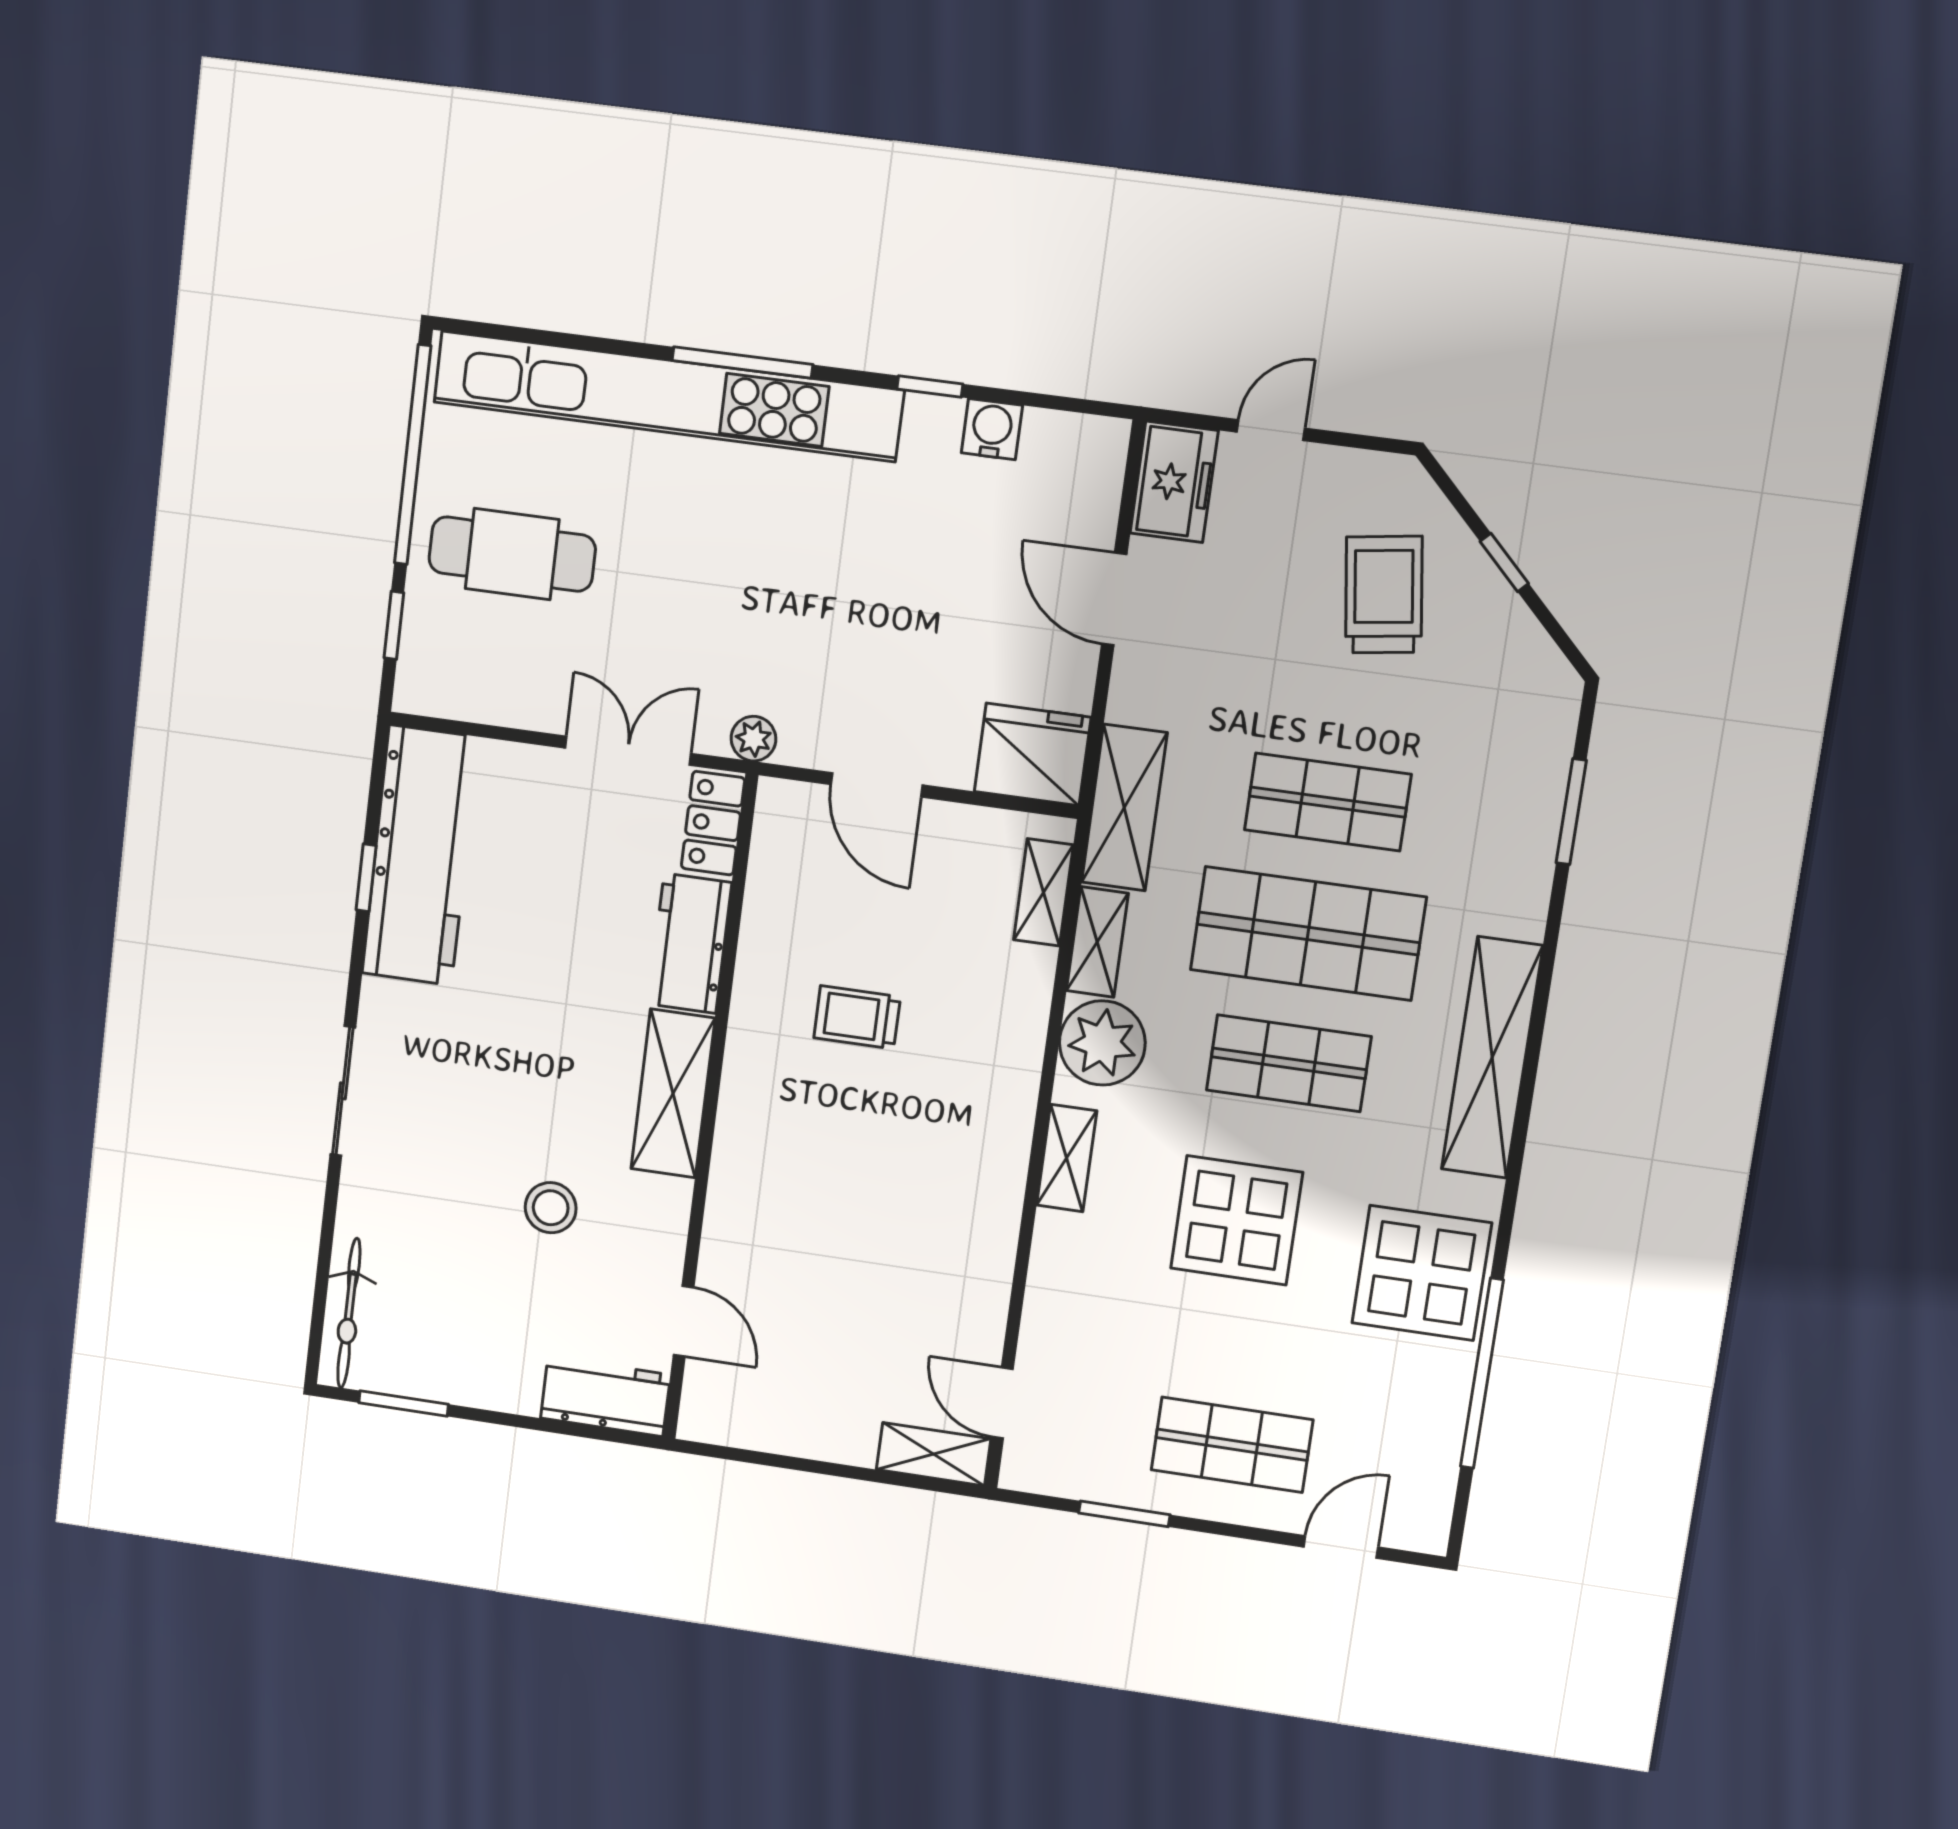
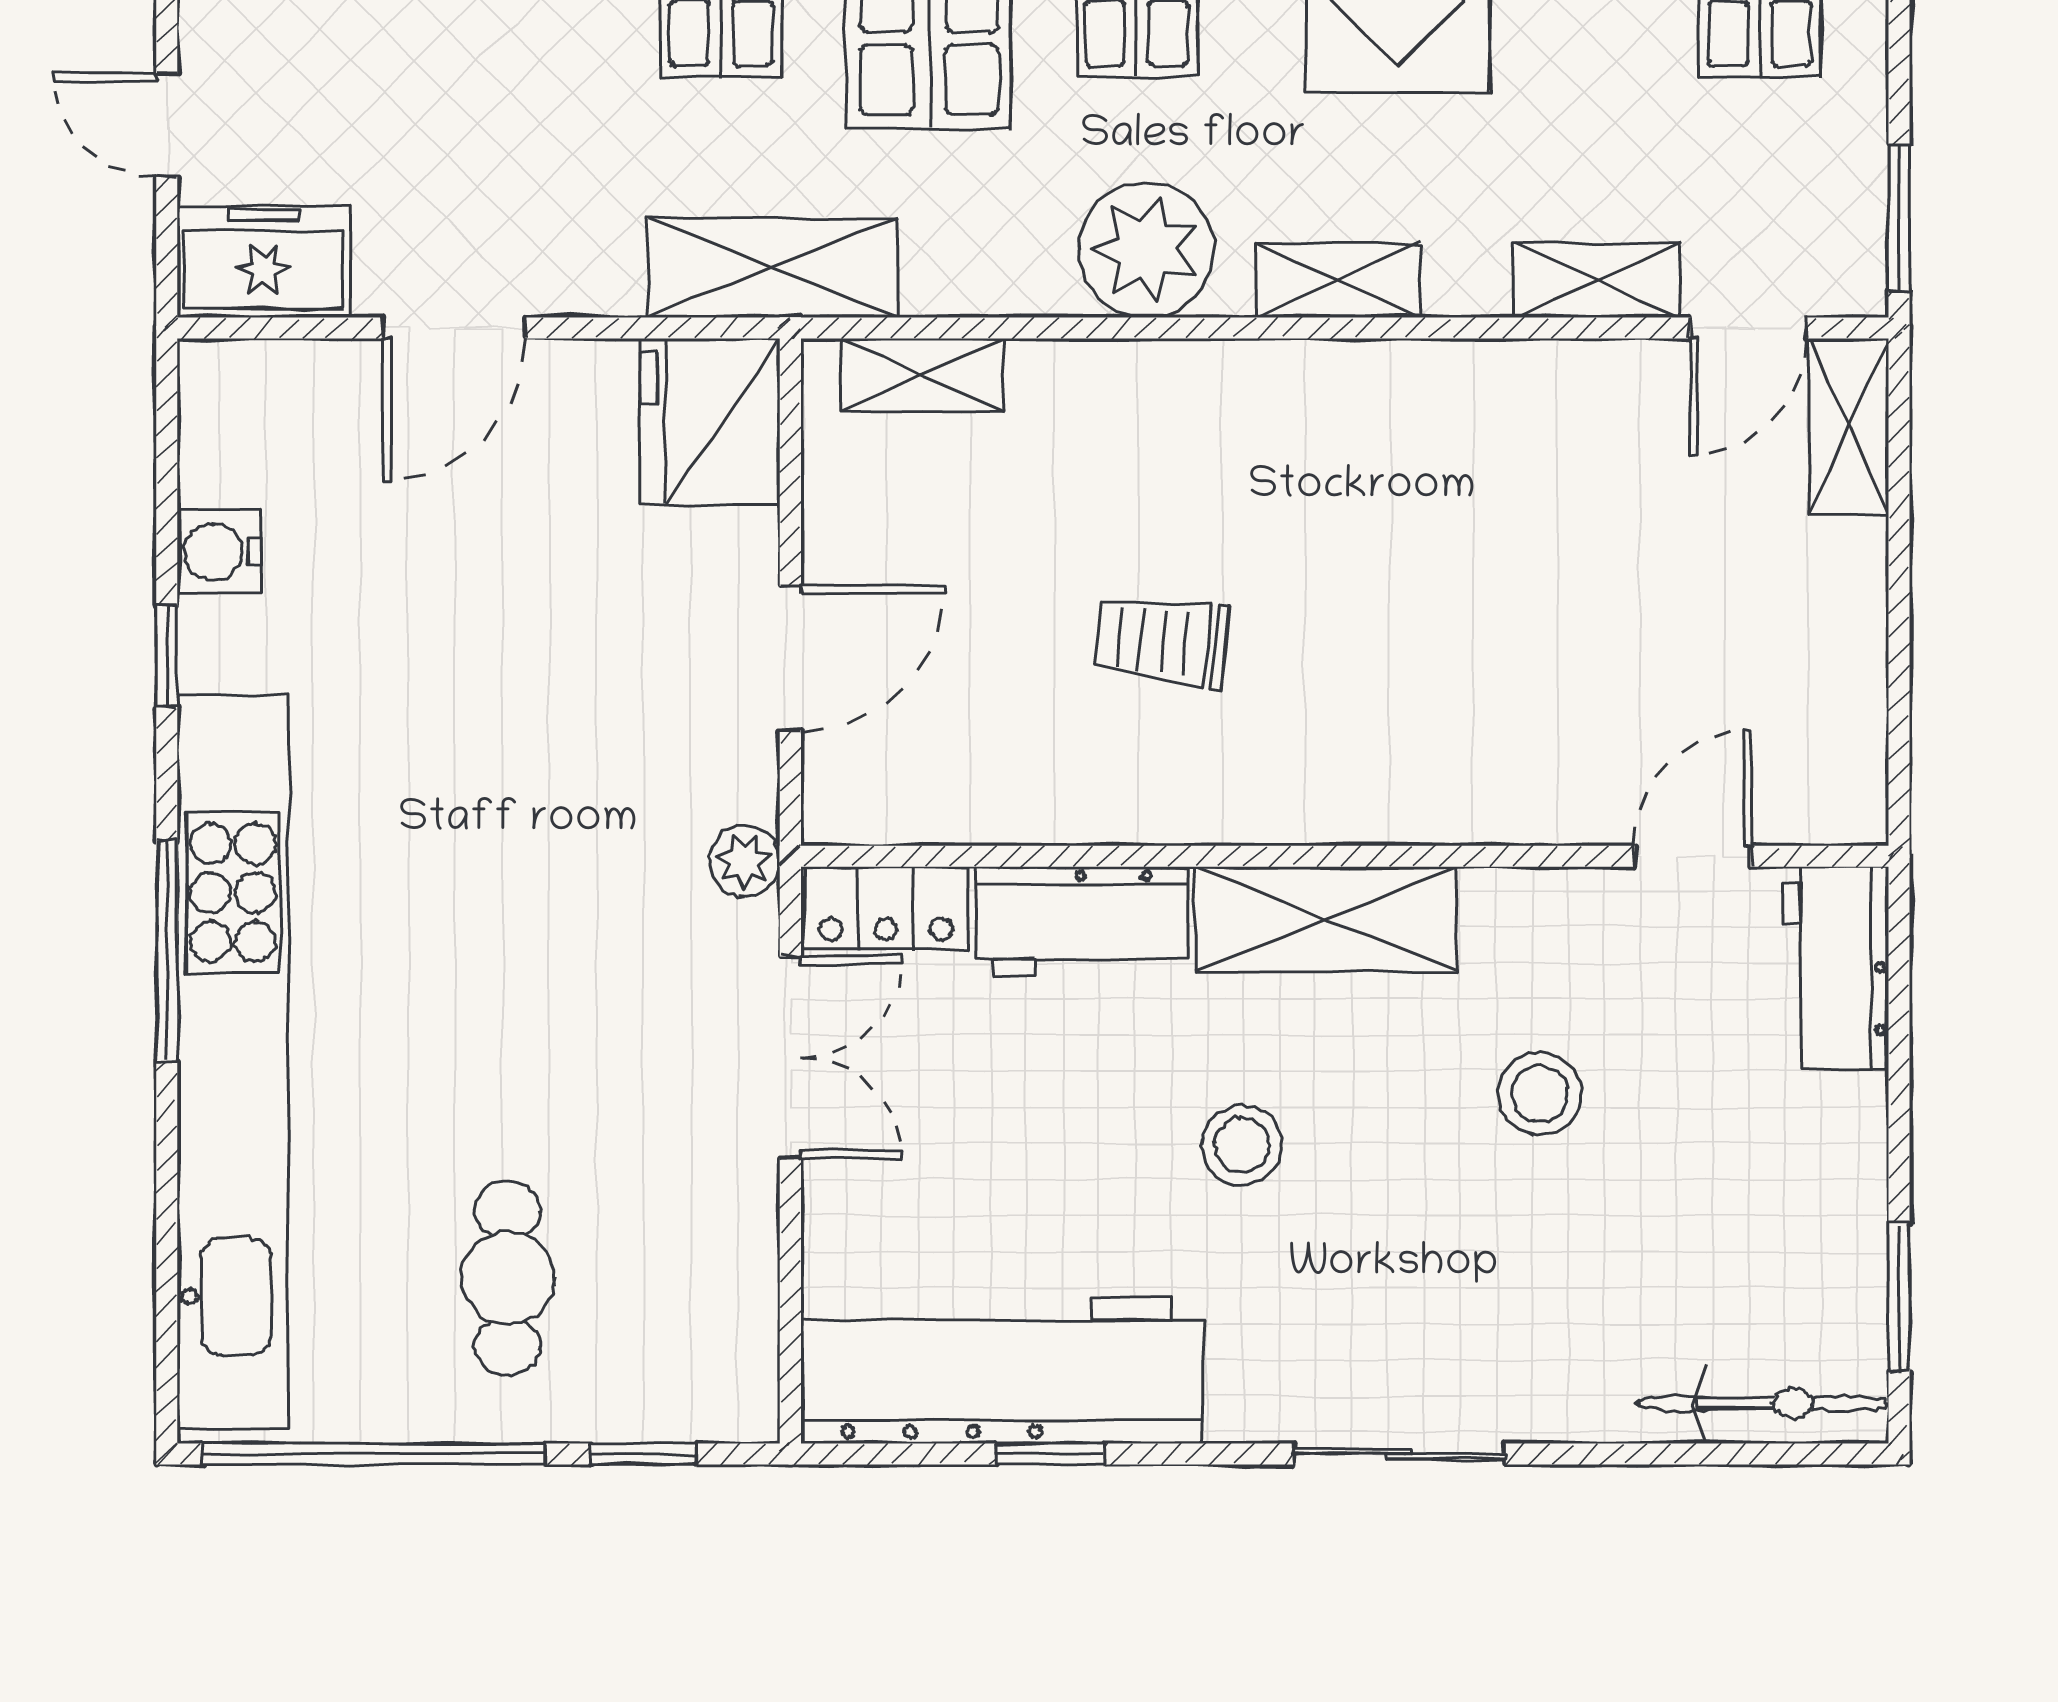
cafe table: (512, 554) -> (508, 1278), width x0.73, depth x0.74
double door: (628, 751) -> (790, 1057), swing flipped
shelving: (1097, 942) -> (1596, 280), moved
trolley: (857, 1017) -> (1161, 641), turned 96
stool: (541, 1022) -> (1242, 1145), added
window: (1124, 1514) -> (1899, 218), moved

